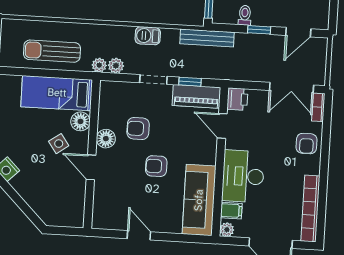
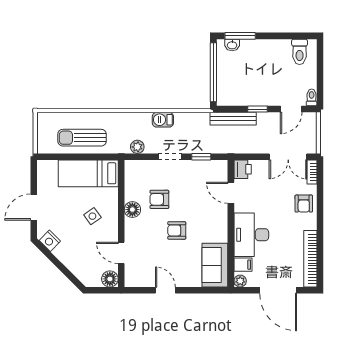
toilet: (245, 15) -> (312, 97), moved
bench: (207, 38) -> (233, 119), moved
plant: (99, 65) -> (123, 147), removed
piano: (196, 96) -> (207, 169), removed
floor lamp: (80, 121) -> (110, 279), moved
door: (91, 167) -> (121, 253), moved
sofa: (199, 200) -> (215, 265), width x0.73

